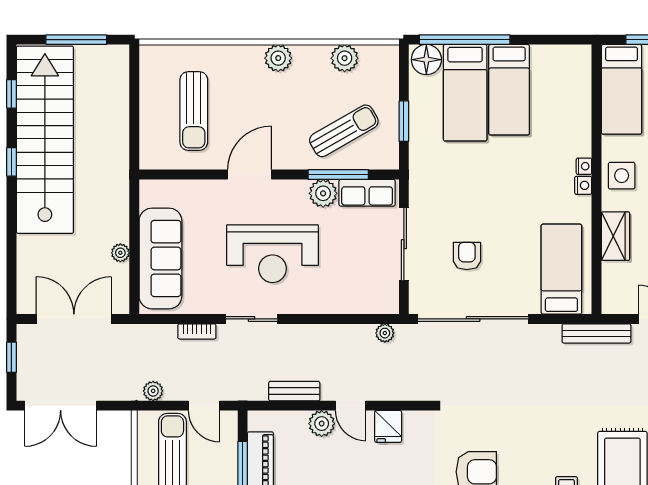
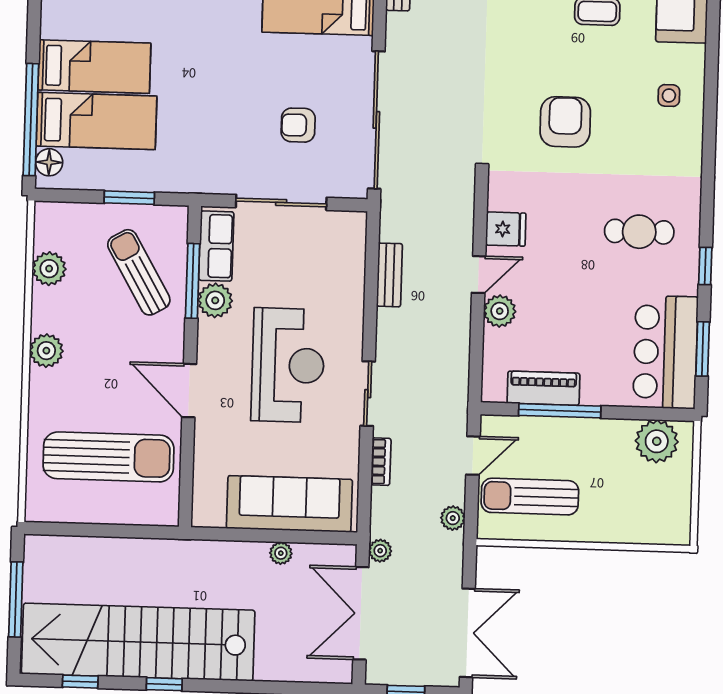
floor lamp: (426, 60) -> (49, 162), width x0.73, depth x0.73
sun lounger: (194, 111) -> (109, 457), width x1.36, depth x1.34
plant: (385, 333) -> (380, 551), moved
bench: (294, 391) -> (389, 275), moved

